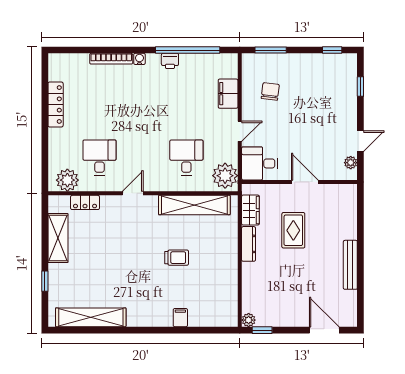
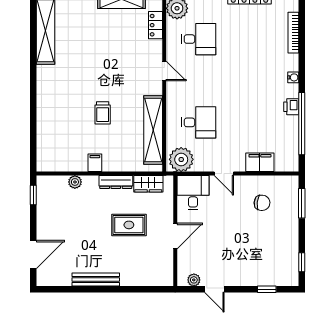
bookcase: (111, 59) -> (293, 33), moved
filing cabinet: (180, 318) -> (95, 163), moved, turned -90
plant: (249, 320) -> (75, 182), moved

